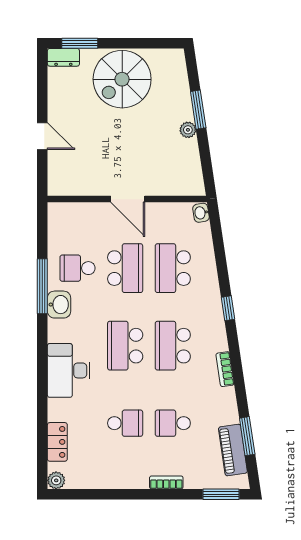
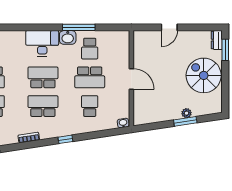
plant: (188, 130) -> (187, 113), moved
door: (128, 199) -> (131, 79), swing flipped
school desk: (78, 268) -> (90, 49), turned 180
school desk: (173, 268) -> (90, 106), width x0.54
desk: (69, 370) -> (42, 43), moved

